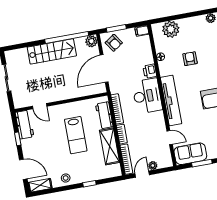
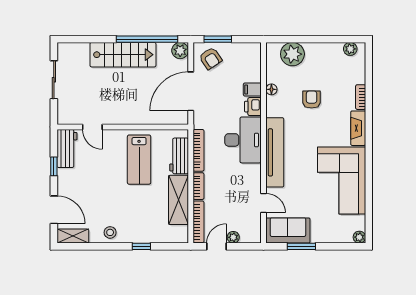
filing cabinet: (142, 31) -> (252, 90), moved
lab bench: (76, 135) -> (139, 160), moved

